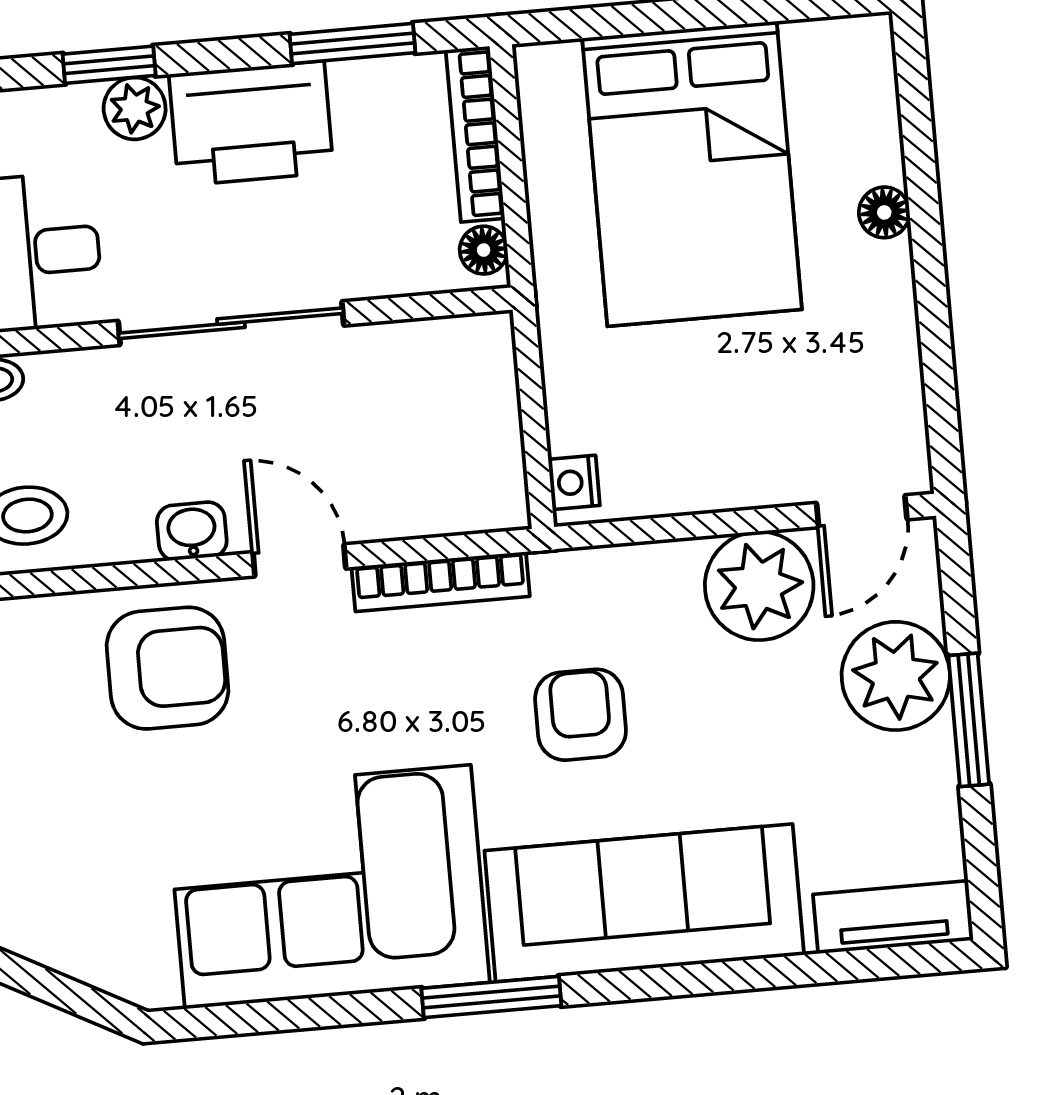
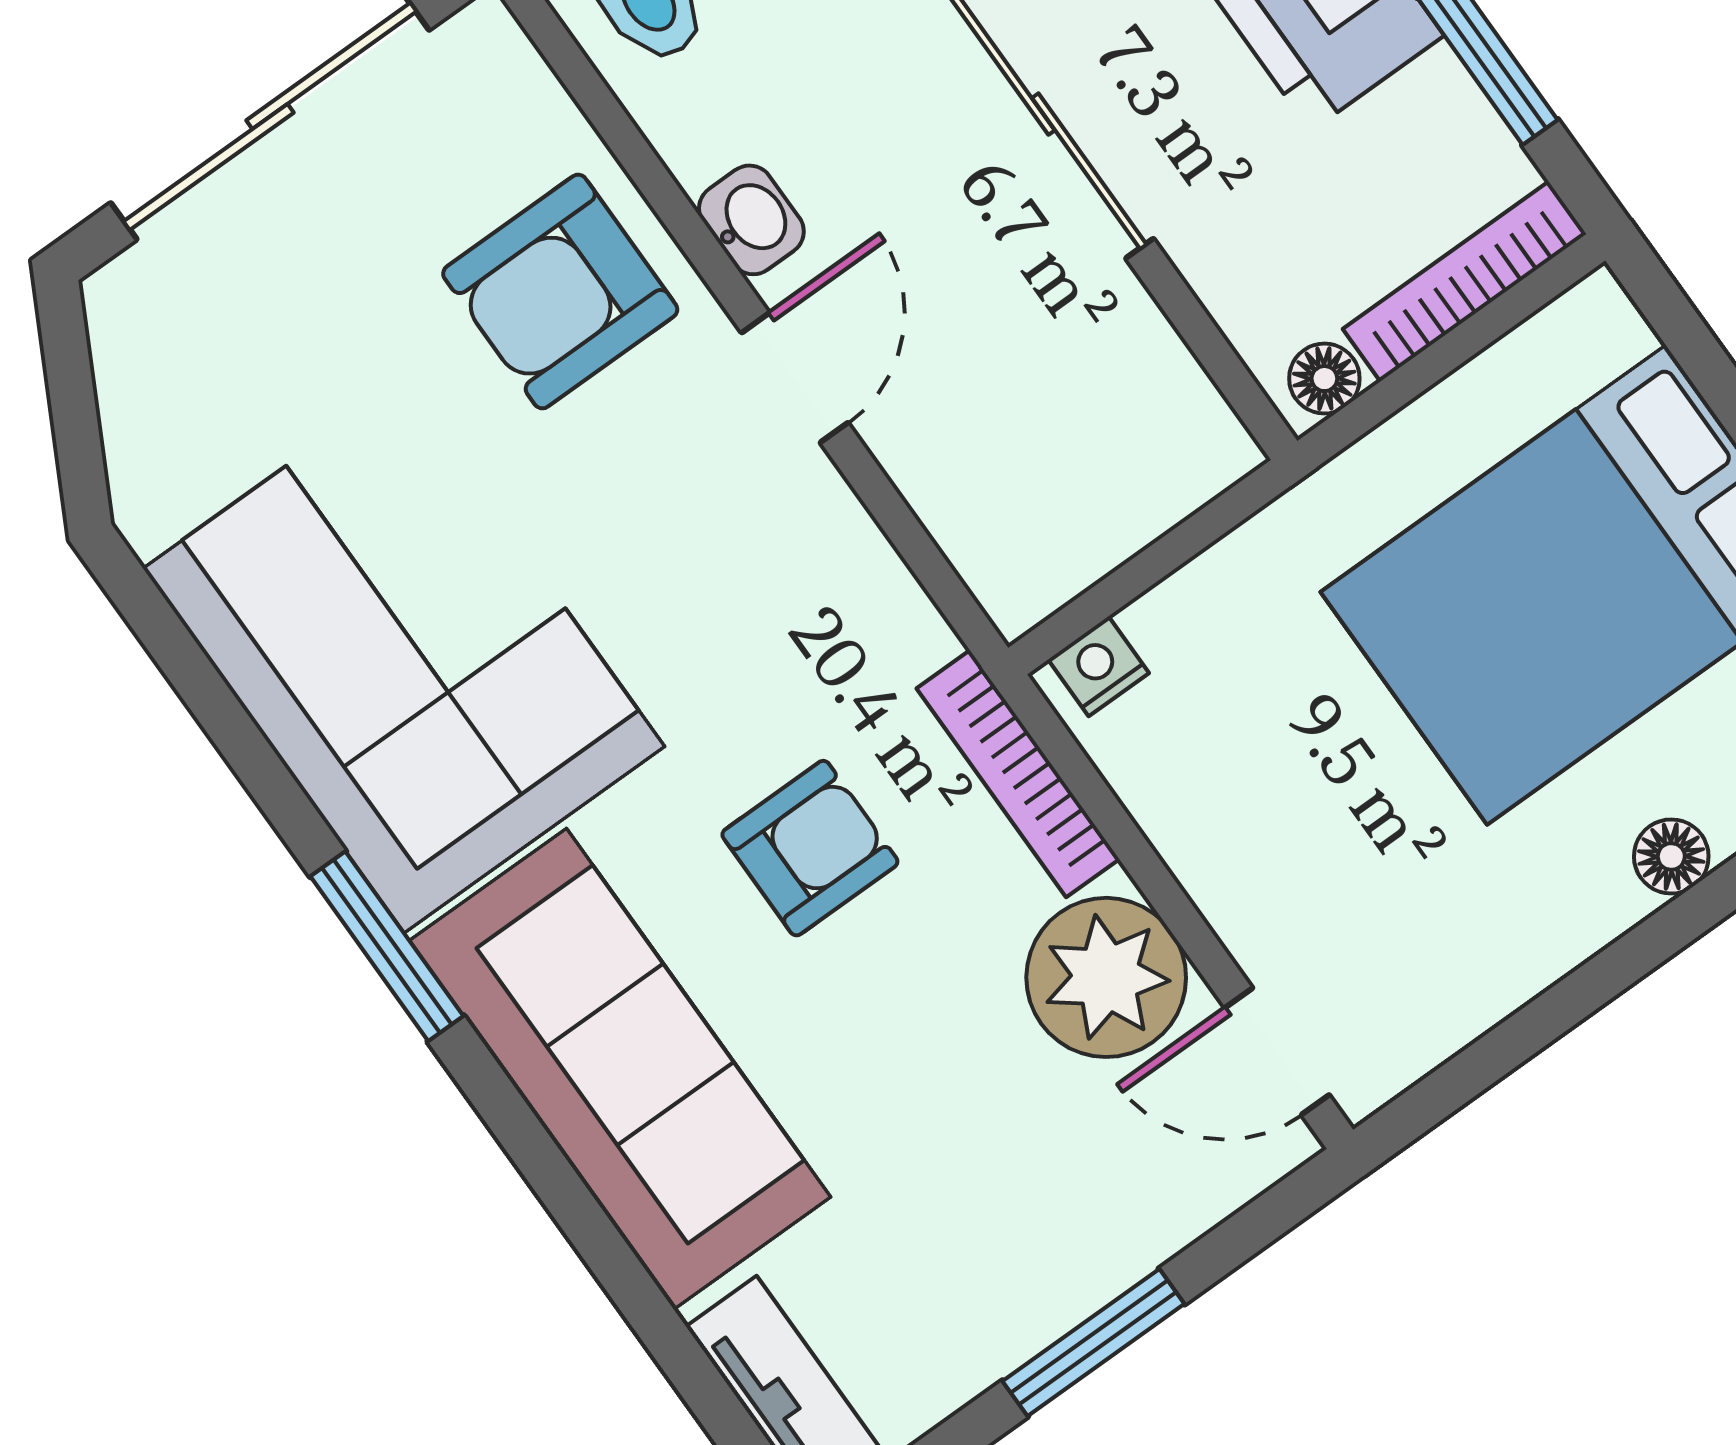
bookcase: (441, 582) -> (1018, 774), moved
armchair: (168, 668) -> (560, 292), turned 90
plant: (896, 676) -> (1094, 1217), removed

